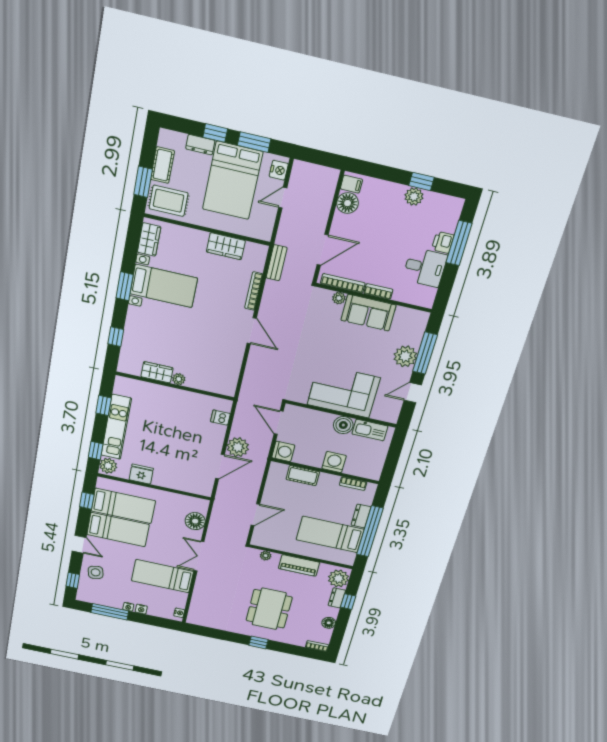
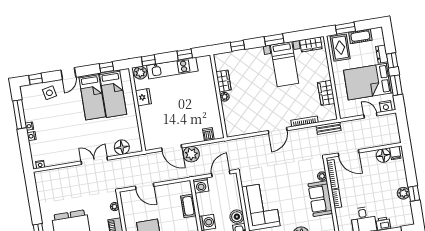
bed: (163, 576) -> (67, 141), removed

